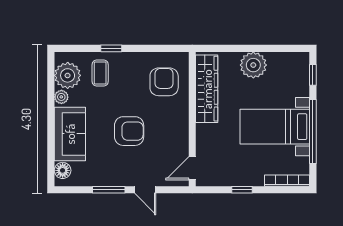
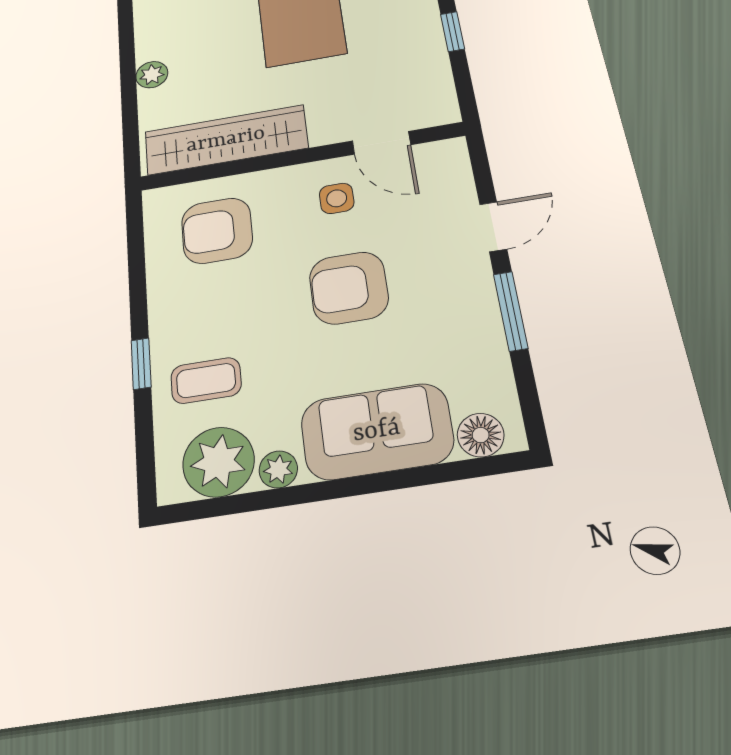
plant: (253, 65) -> (152, 75), width x0.53, depth x0.53
armchair: (129, 131) -> (349, 288), turned -90
side table: (170, 131) -> (337, 198), added
door: (192, 168) -> (381, 143), moved

